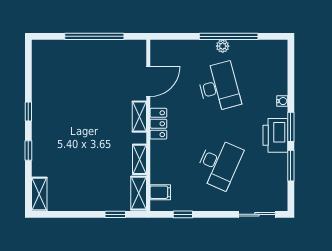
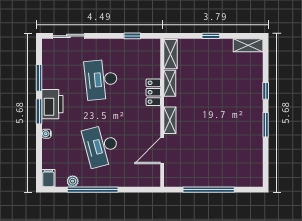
plant: (223, 46) -> (73, 181), moved
window: (28, 111) -> (266, 125), width x1.50
locker: (158, 124) -> (153, 92), moved
desk: (219, 164) -> (101, 80), turned -30
filing cabinet: (160, 192) -> (48, 178), moved, turned 90
shelving: (39, 194) -> (248, 45), moved, turned 90
window: (115, 214) -> (211, 36), moved

